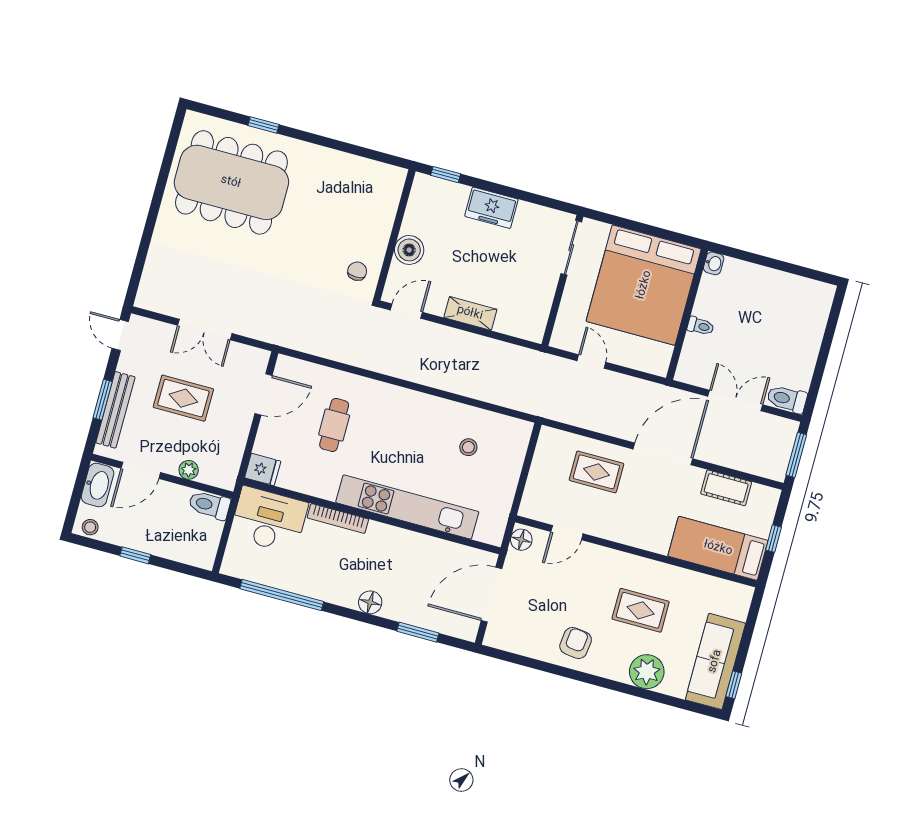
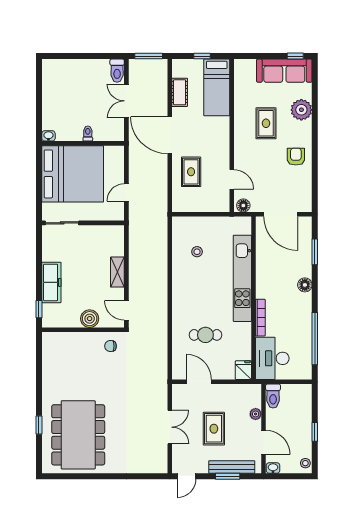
freezer: (491, 208) -> (51, 282), width x1.40
washbasin: (98, 485) -> (273, 468), width x0.52, depth x0.69
armchair: (576, 643) -> (296, 157), turned 83

